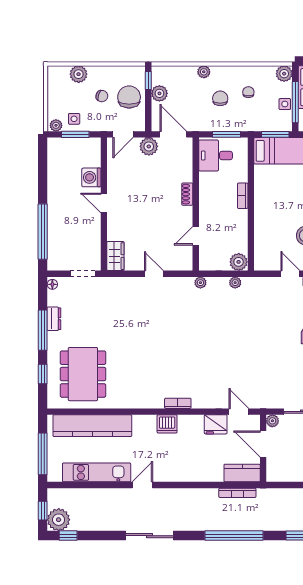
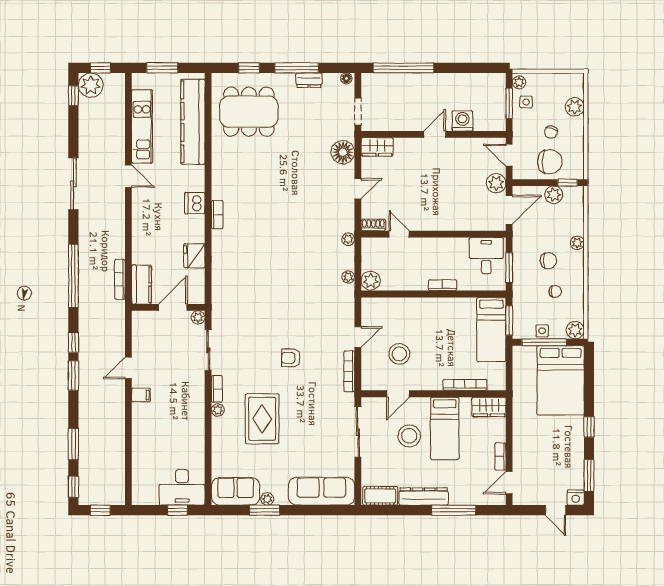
shoe rack: (187, 194) -> (373, 225), moved
floor lamp: (120, 288) -> (343, 152), added
door: (239, 412) -> (208, 281), removed
window: (43, 454) -> (162, 68), width x0.69

